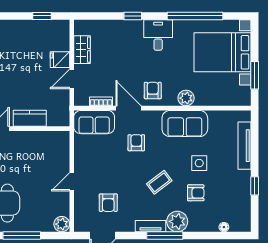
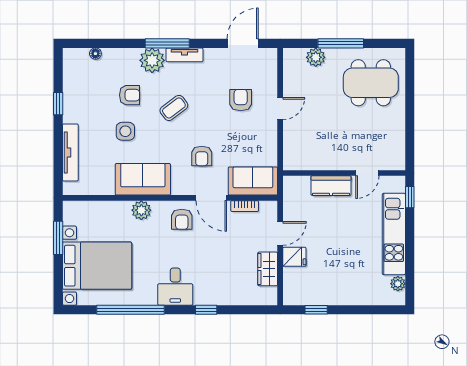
armchair: (196, 193) -> (130, 95), turned 180
armchair: (108, 203) -> (241, 100), moved
plant: (62, 224) -> (316, 57), moved

